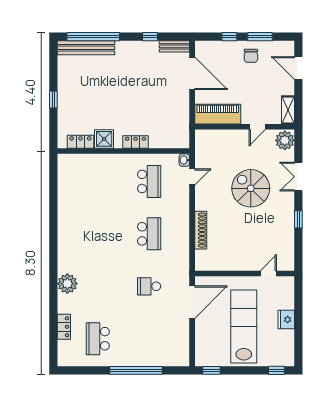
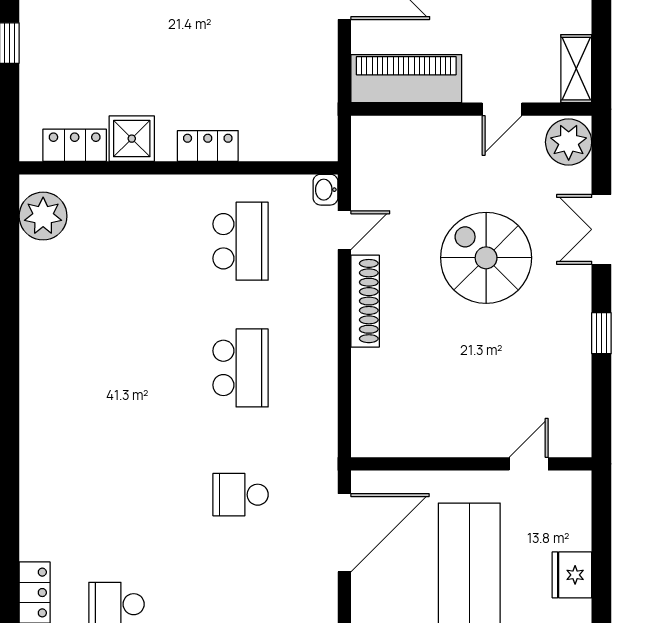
shoe rack: (201, 230) -> (365, 301), moved
plant: (67, 284) -> (43, 216), moved

